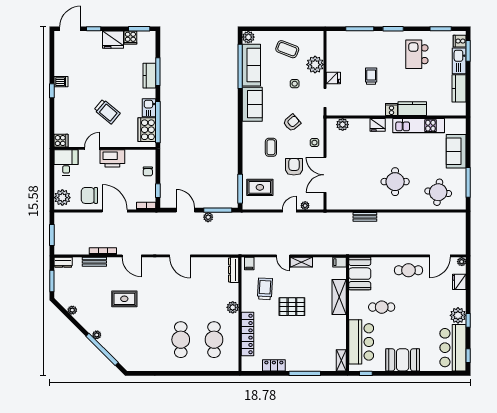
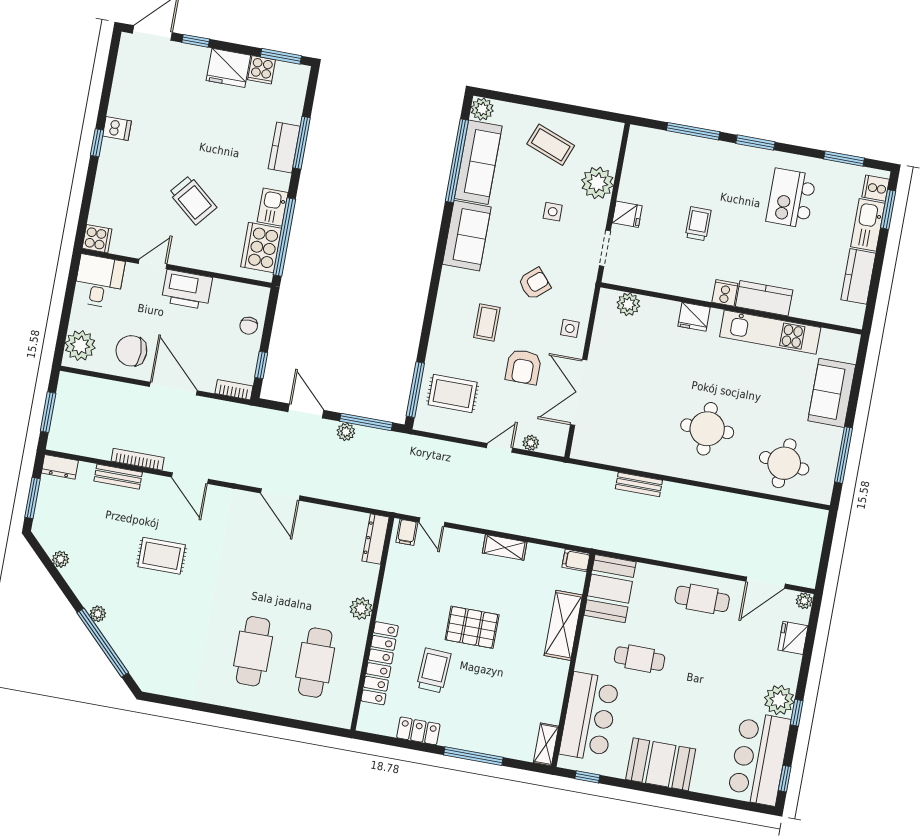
armchair: (294, 167) -> (523, 367), turned 180
door: (283, 256) -> (432, 522), moved
trolley: (265, 289) -> (434, 670), moved

